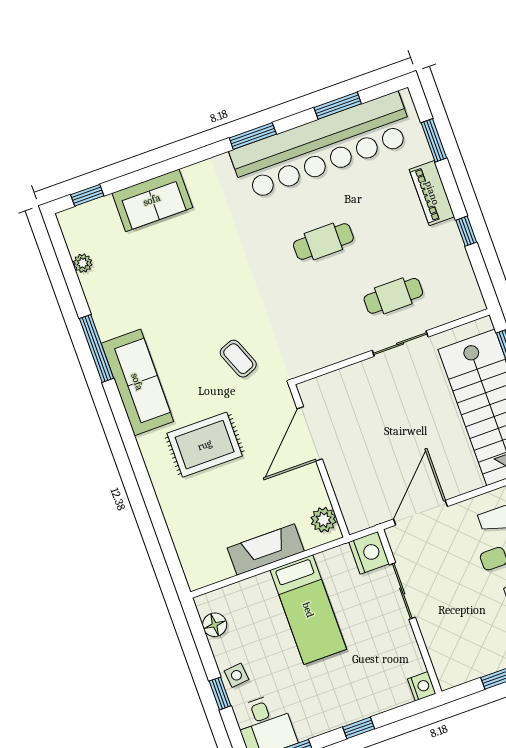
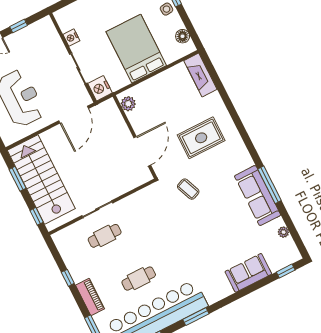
cafe table: (323, 241) -> (139, 279), moved
sofa: (137, 382) -> (258, 196), moved
fireplace: (266, 550) -> (200, 75), moved, turned 90
bed: (308, 610) -> (136, 49), width x1.50
nightstand: (422, 686) -> (71, 38), moved

